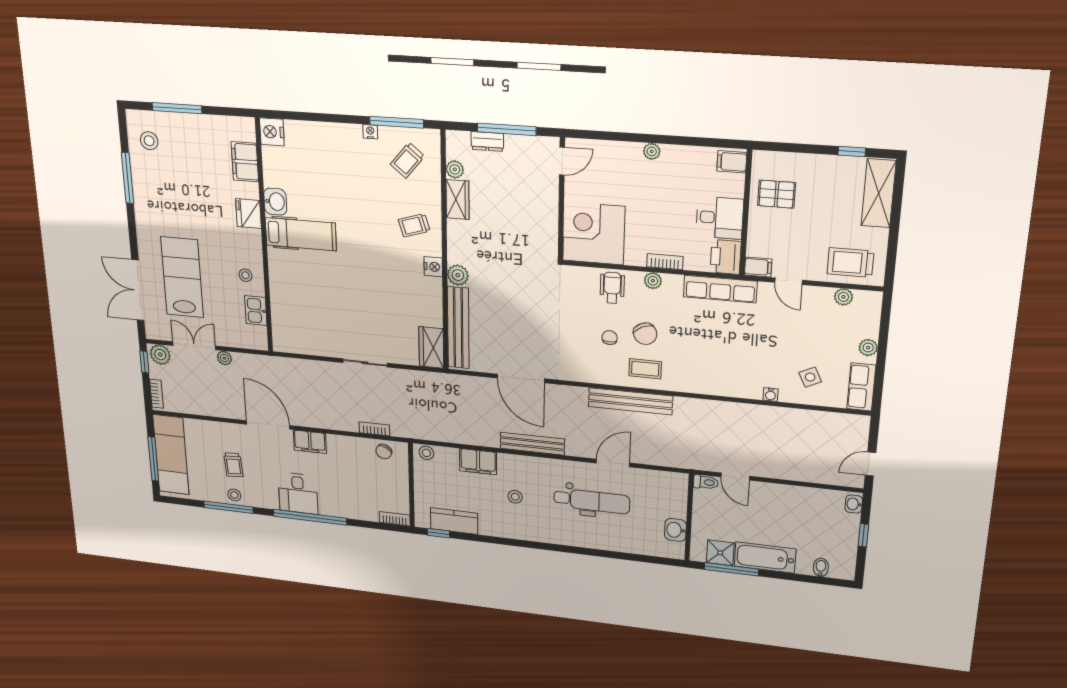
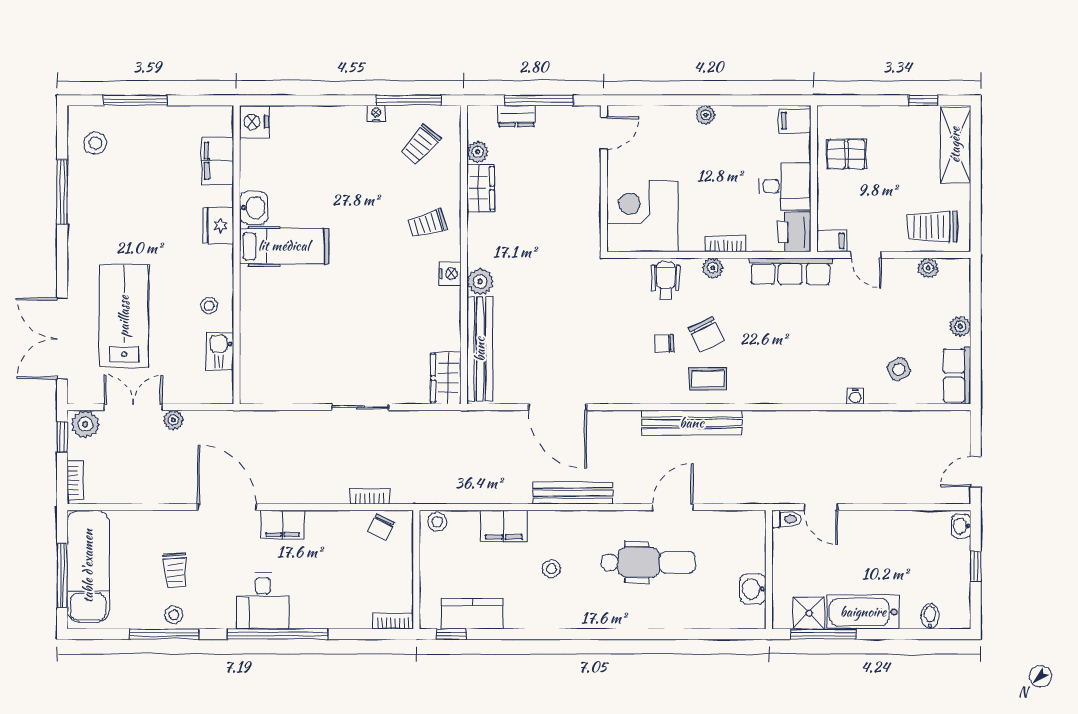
chair: (610, 338) -> (664, 343), turned -91

